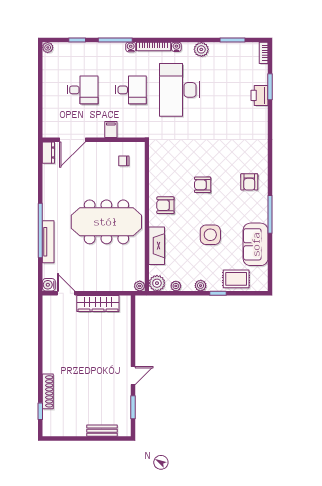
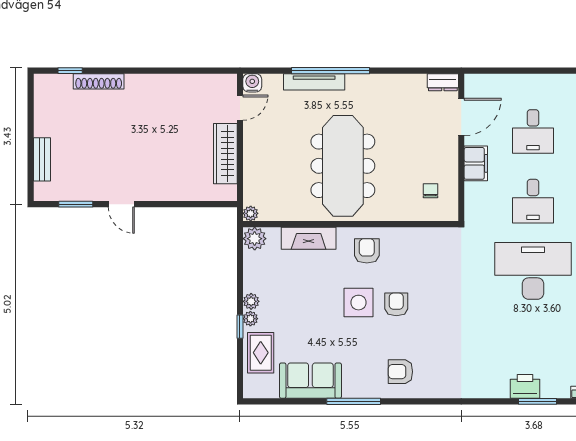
filing cabinet: (111, 130) -> (476, 163), width x2.00
door: (73, 140) -> (461, 117), swing flipped
side table: (210, 235) -> (359, 303), moved
plant: (176, 286) -> (250, 319), moved

